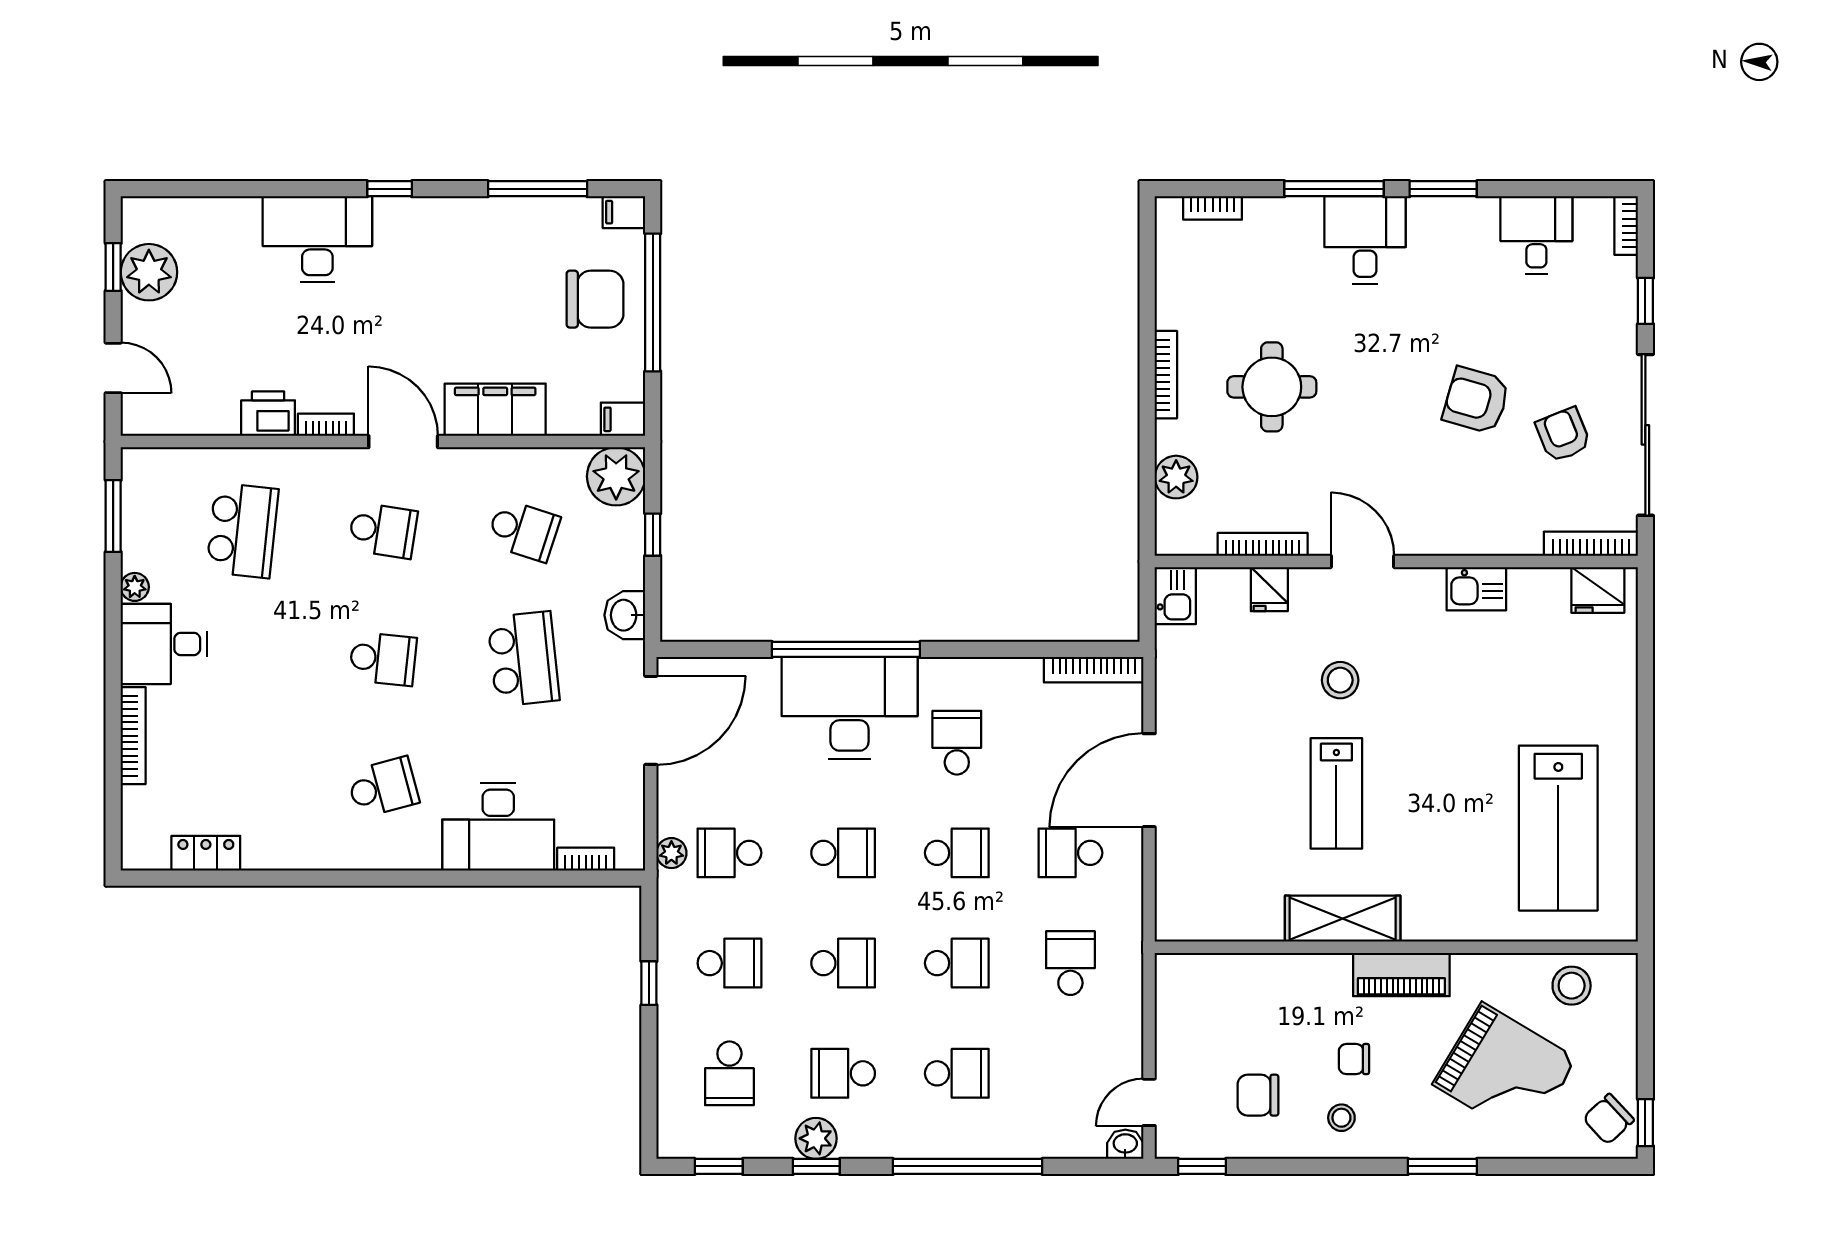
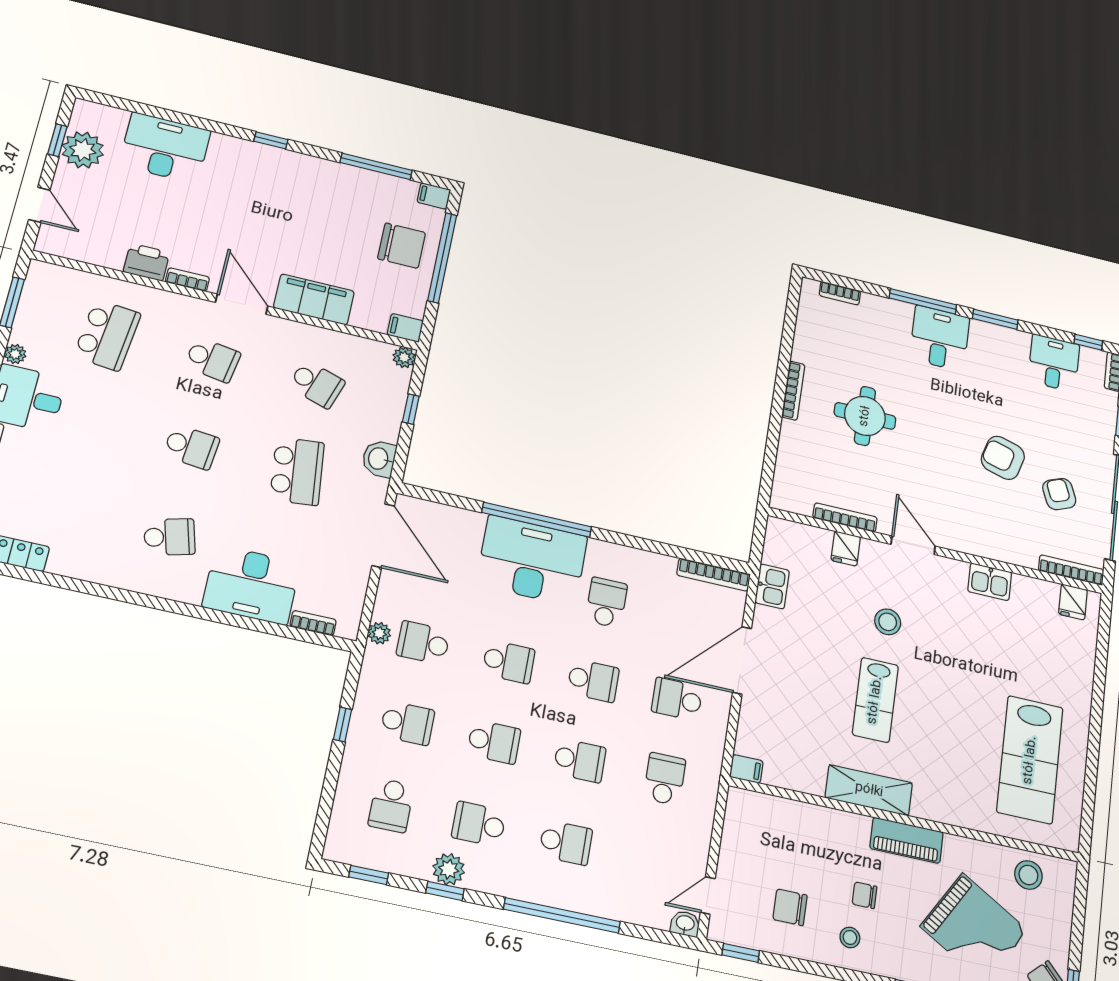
window: (1584, 189) -> (1088, 342), added
desk: (317, 239) -> (165, 148), moved
plant: (616, 476) -> (404, 357), width x0.53, depth x0.53
plant: (1176, 477) -> (791, 459), removed
fridge: (1598, 590) -> (1073, 602), width x0.72
kitchen sink: (1175, 596) -> (772, 586), moved
door: (651, 720) -> (383, 536), hinge flipped
filing cabinet: (1176, 926) -> (746, 769), added

